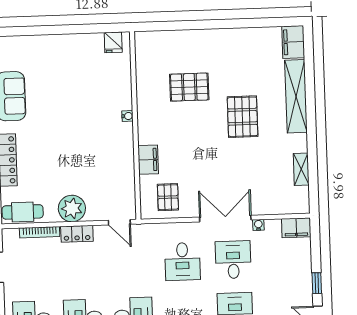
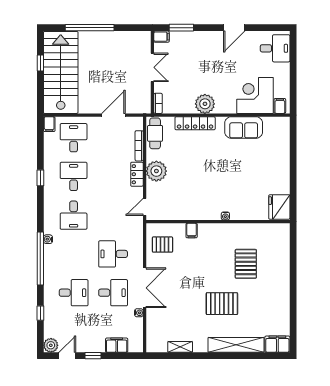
fridge: (113, 42) -> (279, 207), width x1.88, depth x1.34
filing cabinet: (148, 160) -> (192, 231), width x0.50
filing cabinet: (296, 228) -> (117, 345), moved, turned 90

